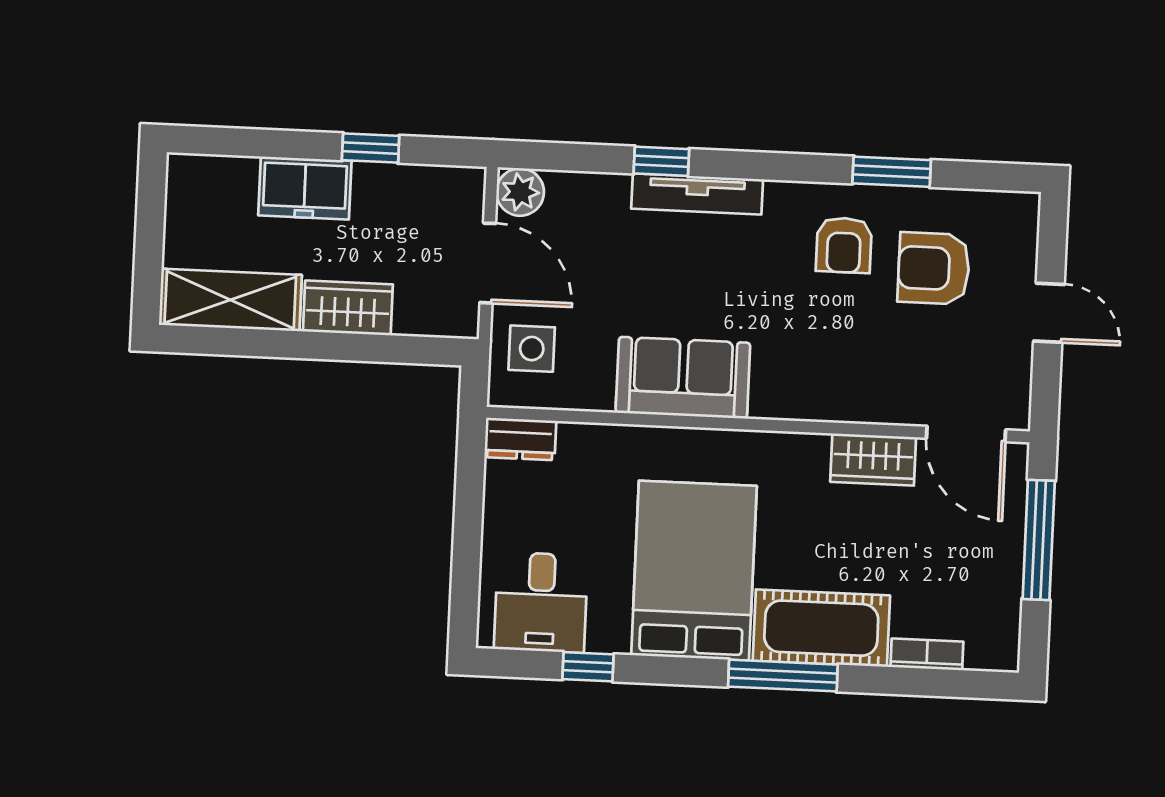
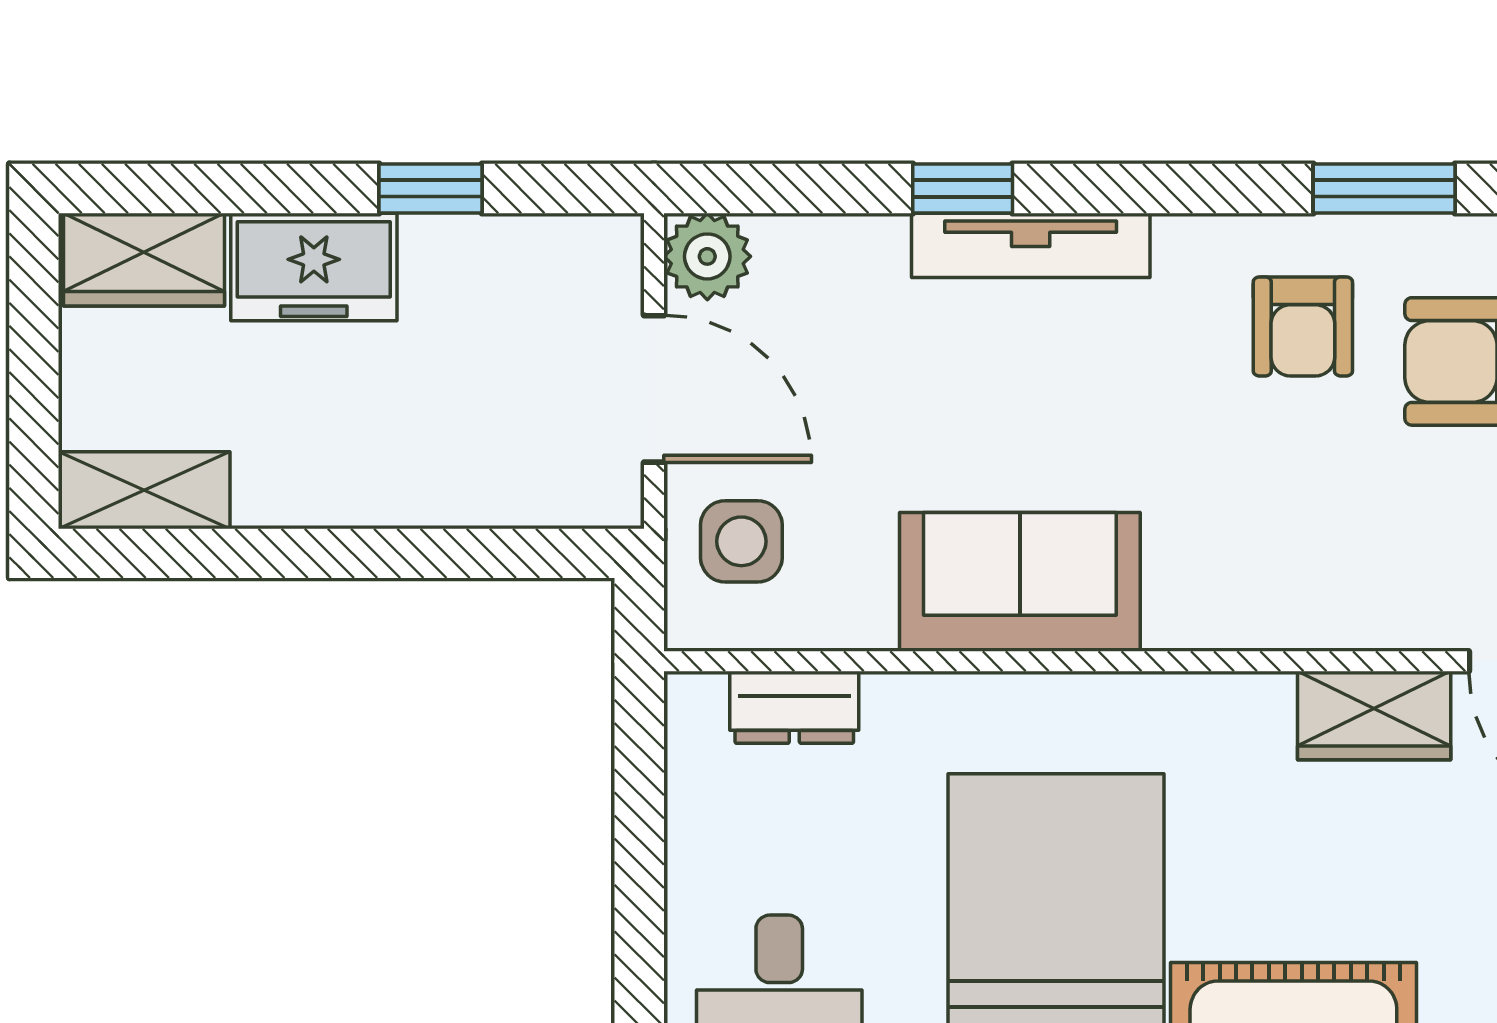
shelving: (230, 300) -> (144, 490), width x0.67, depth x0.75
wardrobe: (348, 308) -> (144, 260), moved, turned 180
dresser: (520, 439) -> (794, 707), moved

